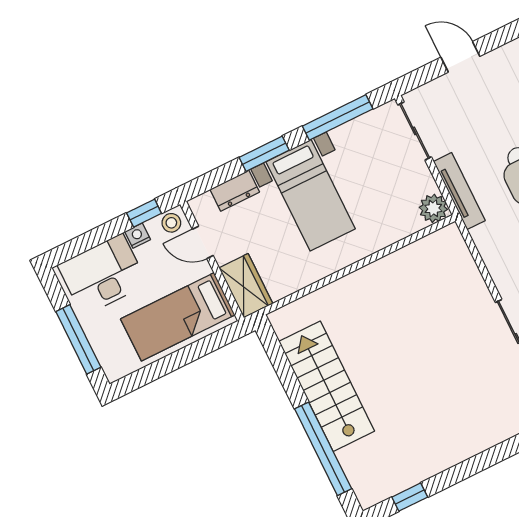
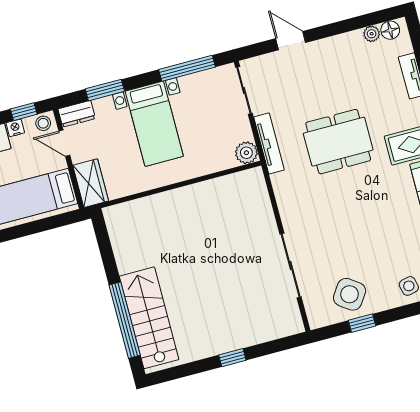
window: (264, 154) -> (105, 90), moved
dresser: (235, 191) -> (77, 114), moved
stairs: (327, 386) -> (149, 318), moved
window: (410, 497) -> (232, 358), moved

